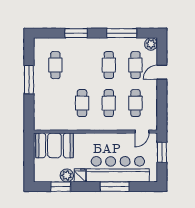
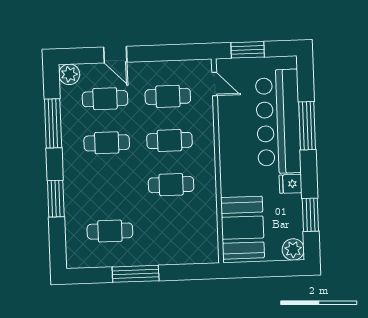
plant: (67, 175) -> (293, 250), moved

